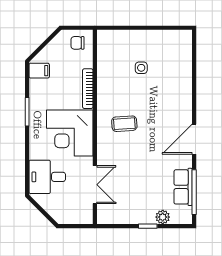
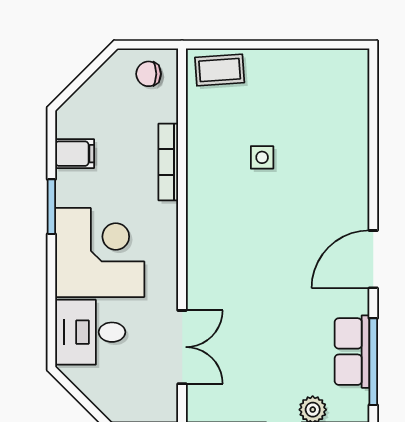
side table: (141, 68) -> (262, 157), moved
filing cabinet: (39, 71) -> (75, 154), moved
coffee table: (124, 124) -> (220, 70), moved
corner desk: (70, 133) -> (100, 253), moved, turned 180

